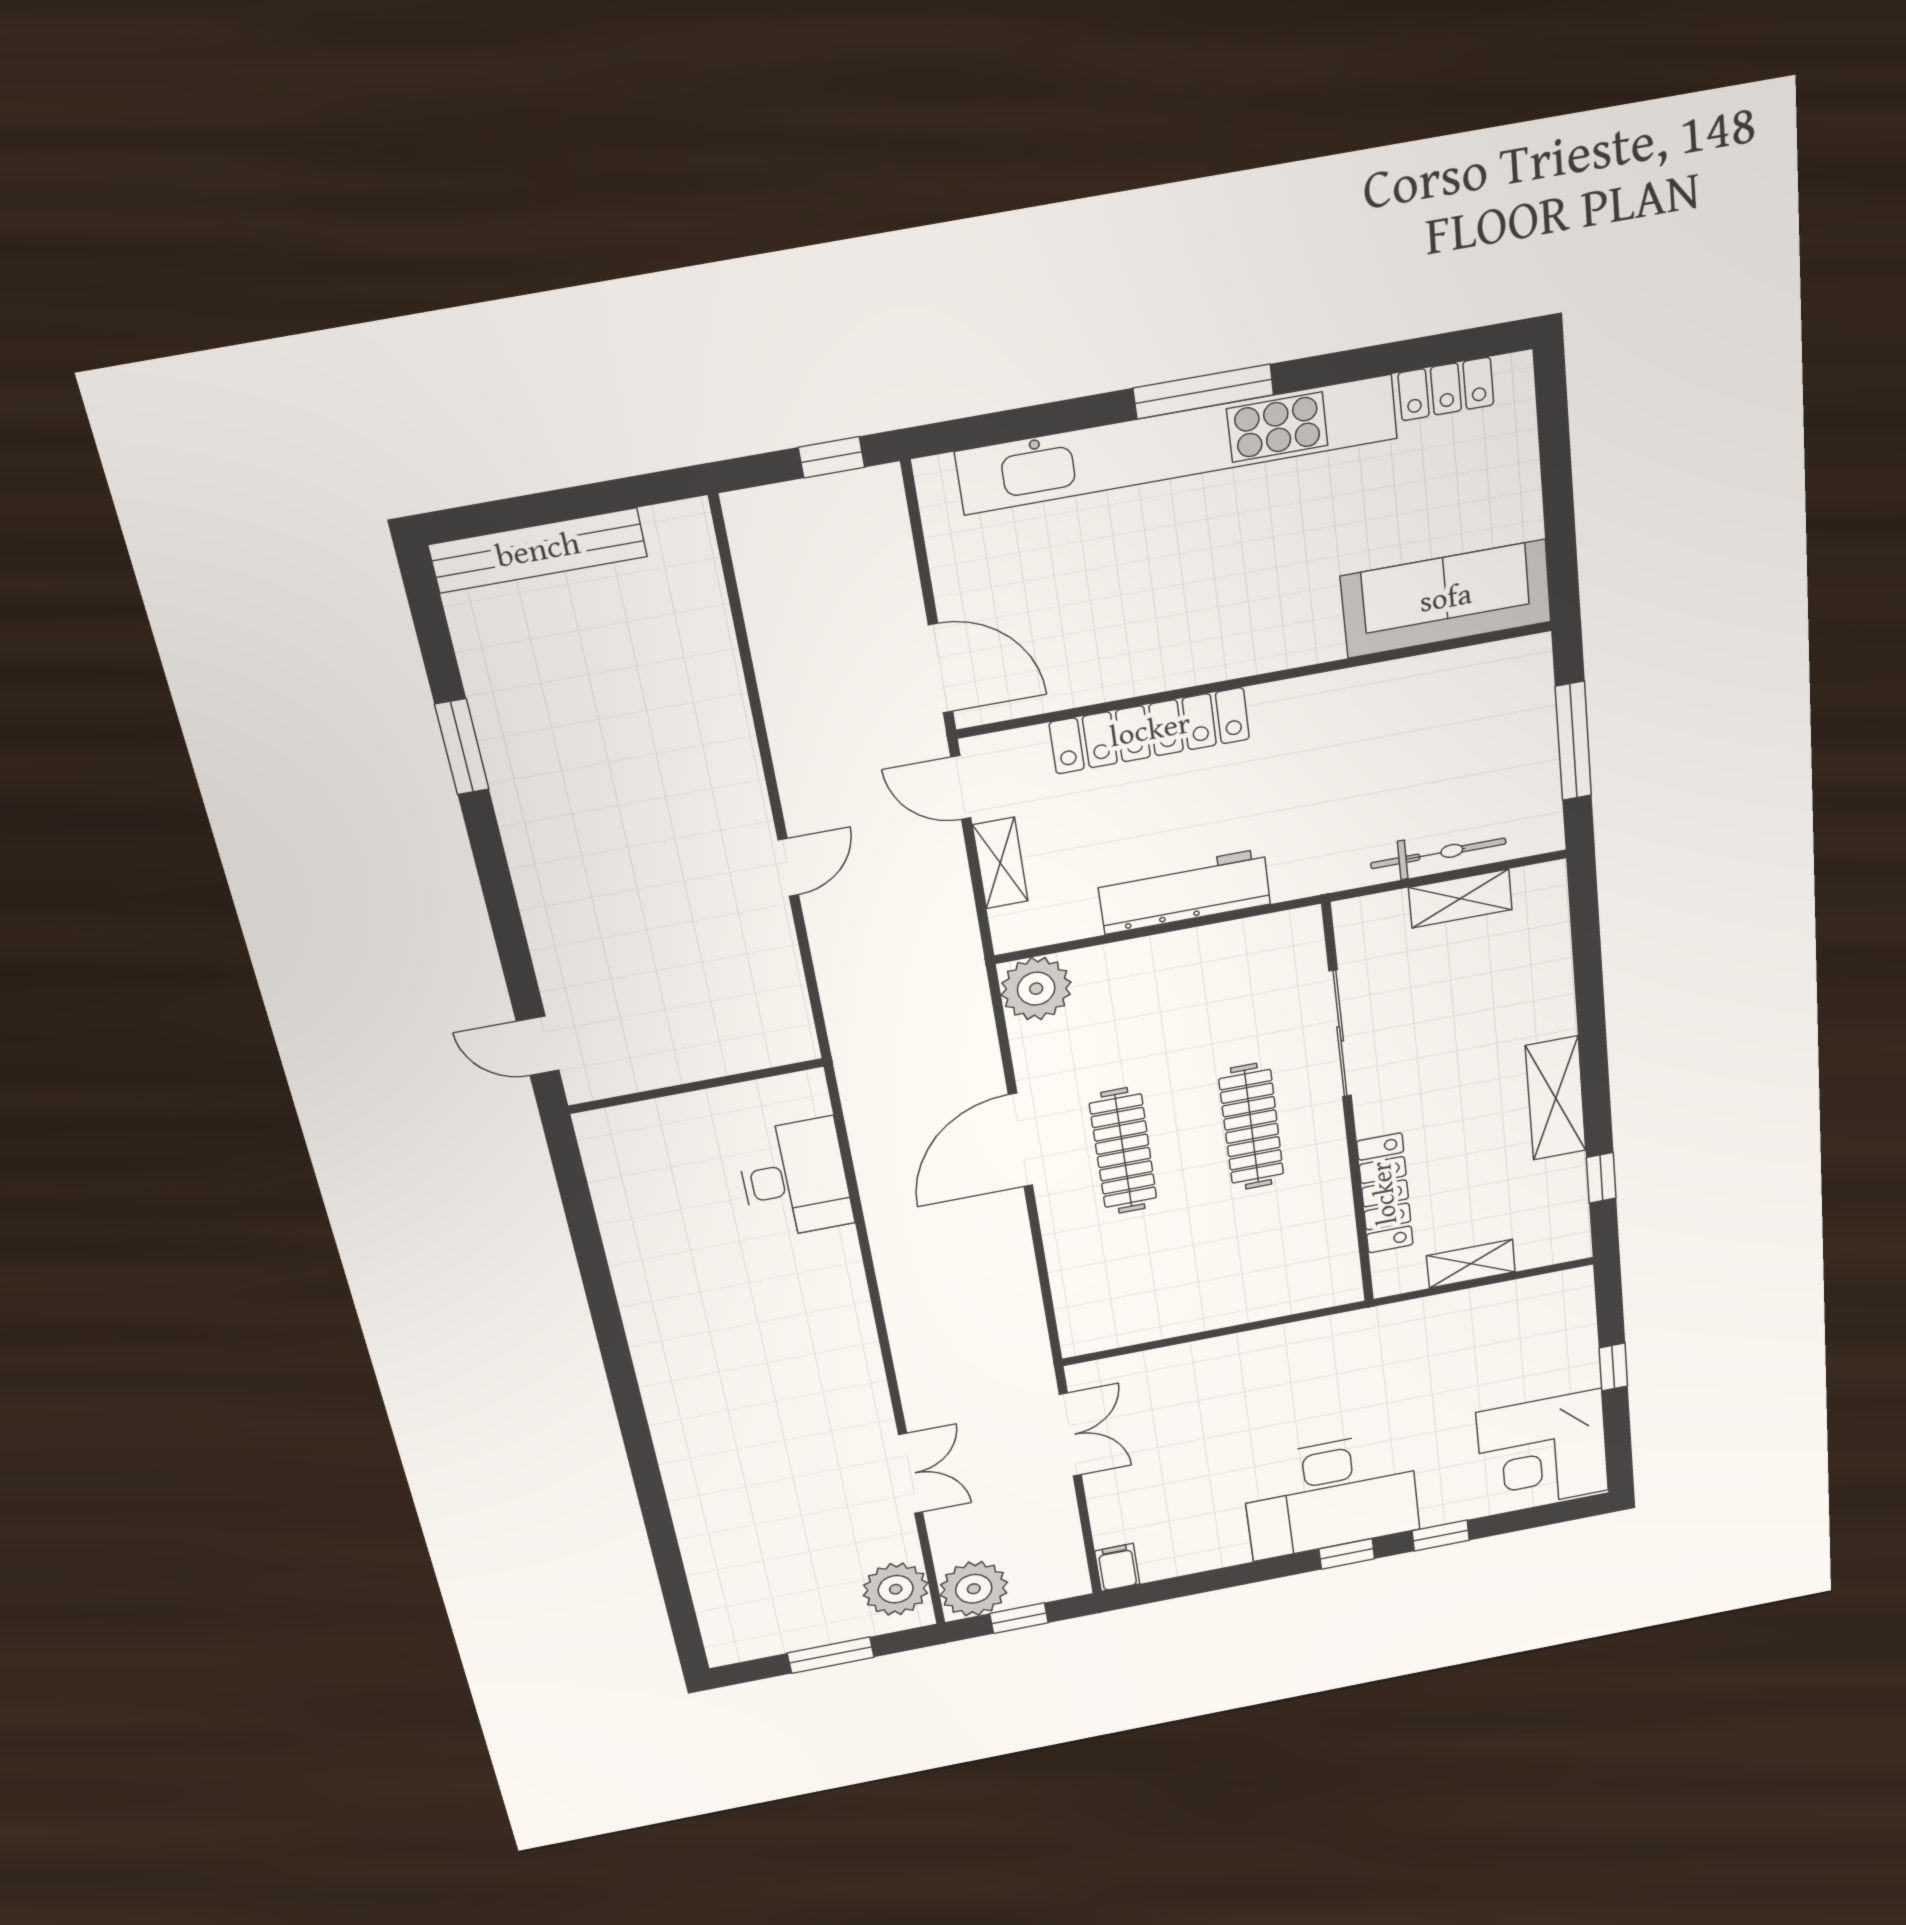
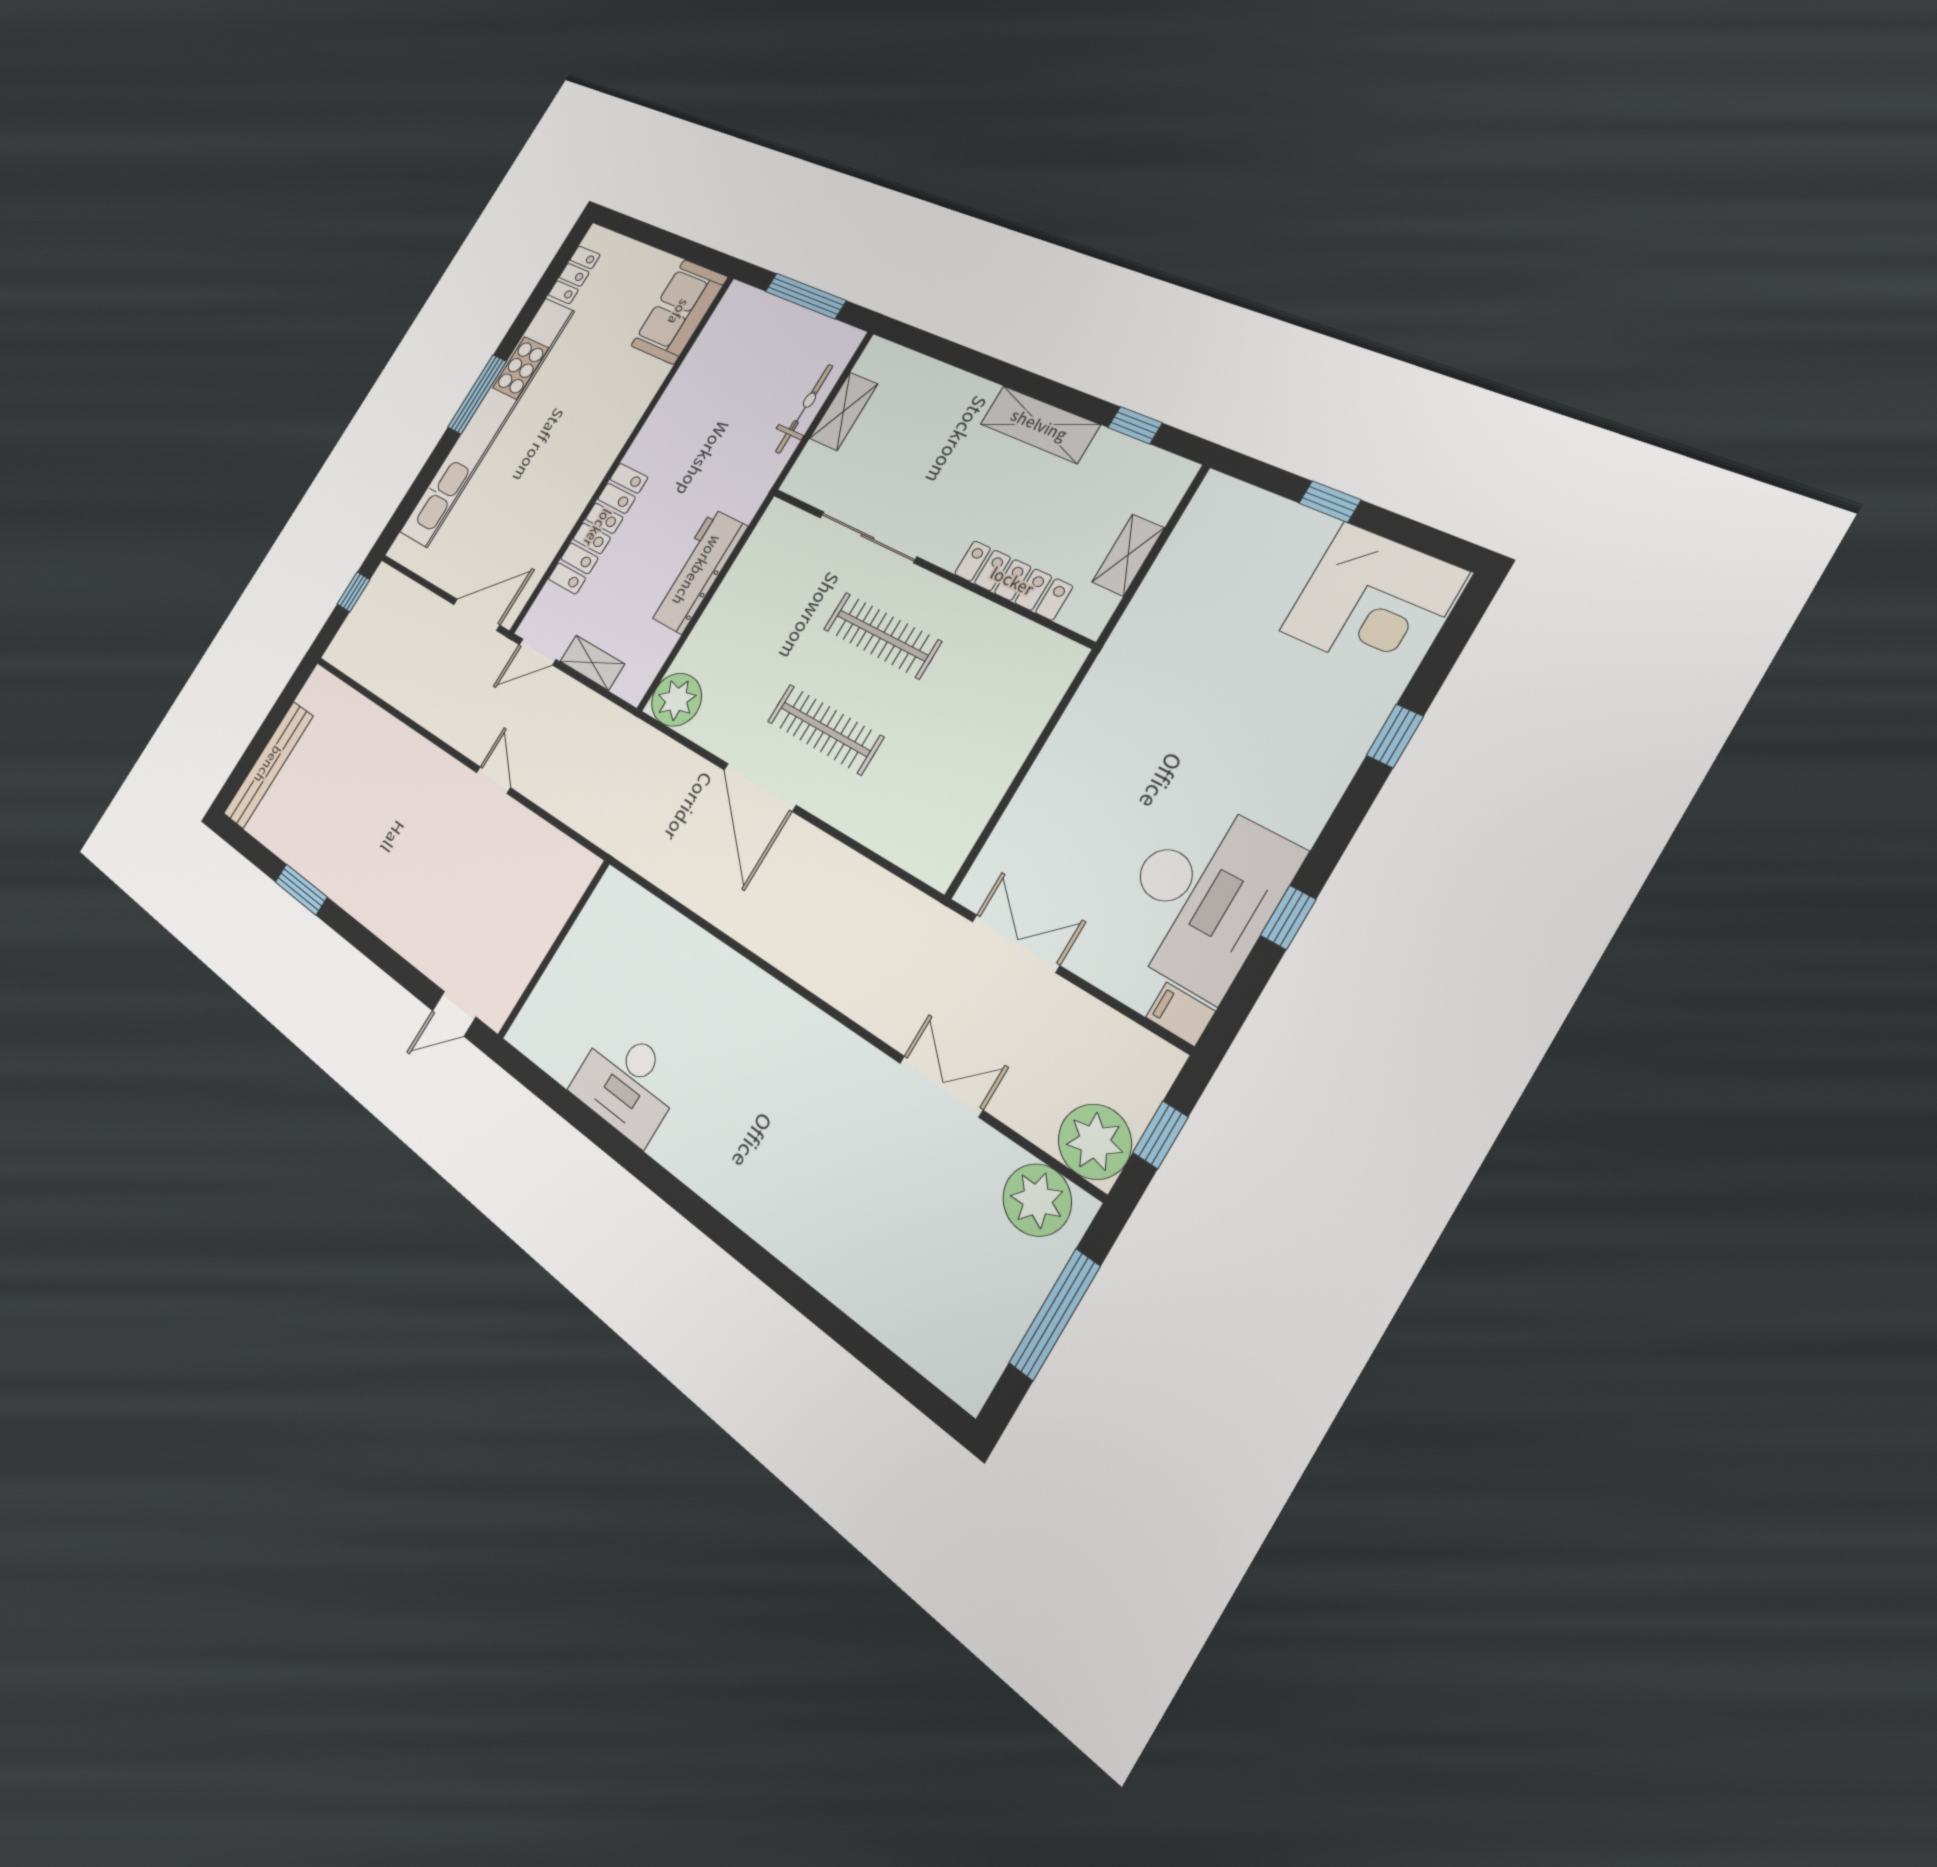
sofa: (1446, 599) -> (679, 312), width x0.73
desk: (795, 1179) -> (627, 1083), moved, turned 180
desk: (1331, 1495) -> (1203, 895), moved
window: (1347, 1554) -> (1288, 917), moved
window: (831, 1655) -> (1055, 1315), width x1.44

